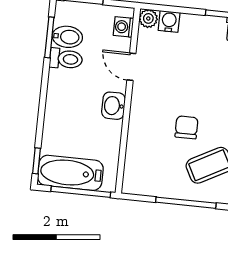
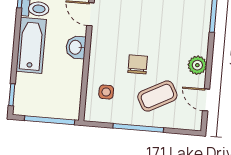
side table: (149, 159) -> (106, 92), added
bathtub: (70, 173) -> (31, 45), moved, turned 90

